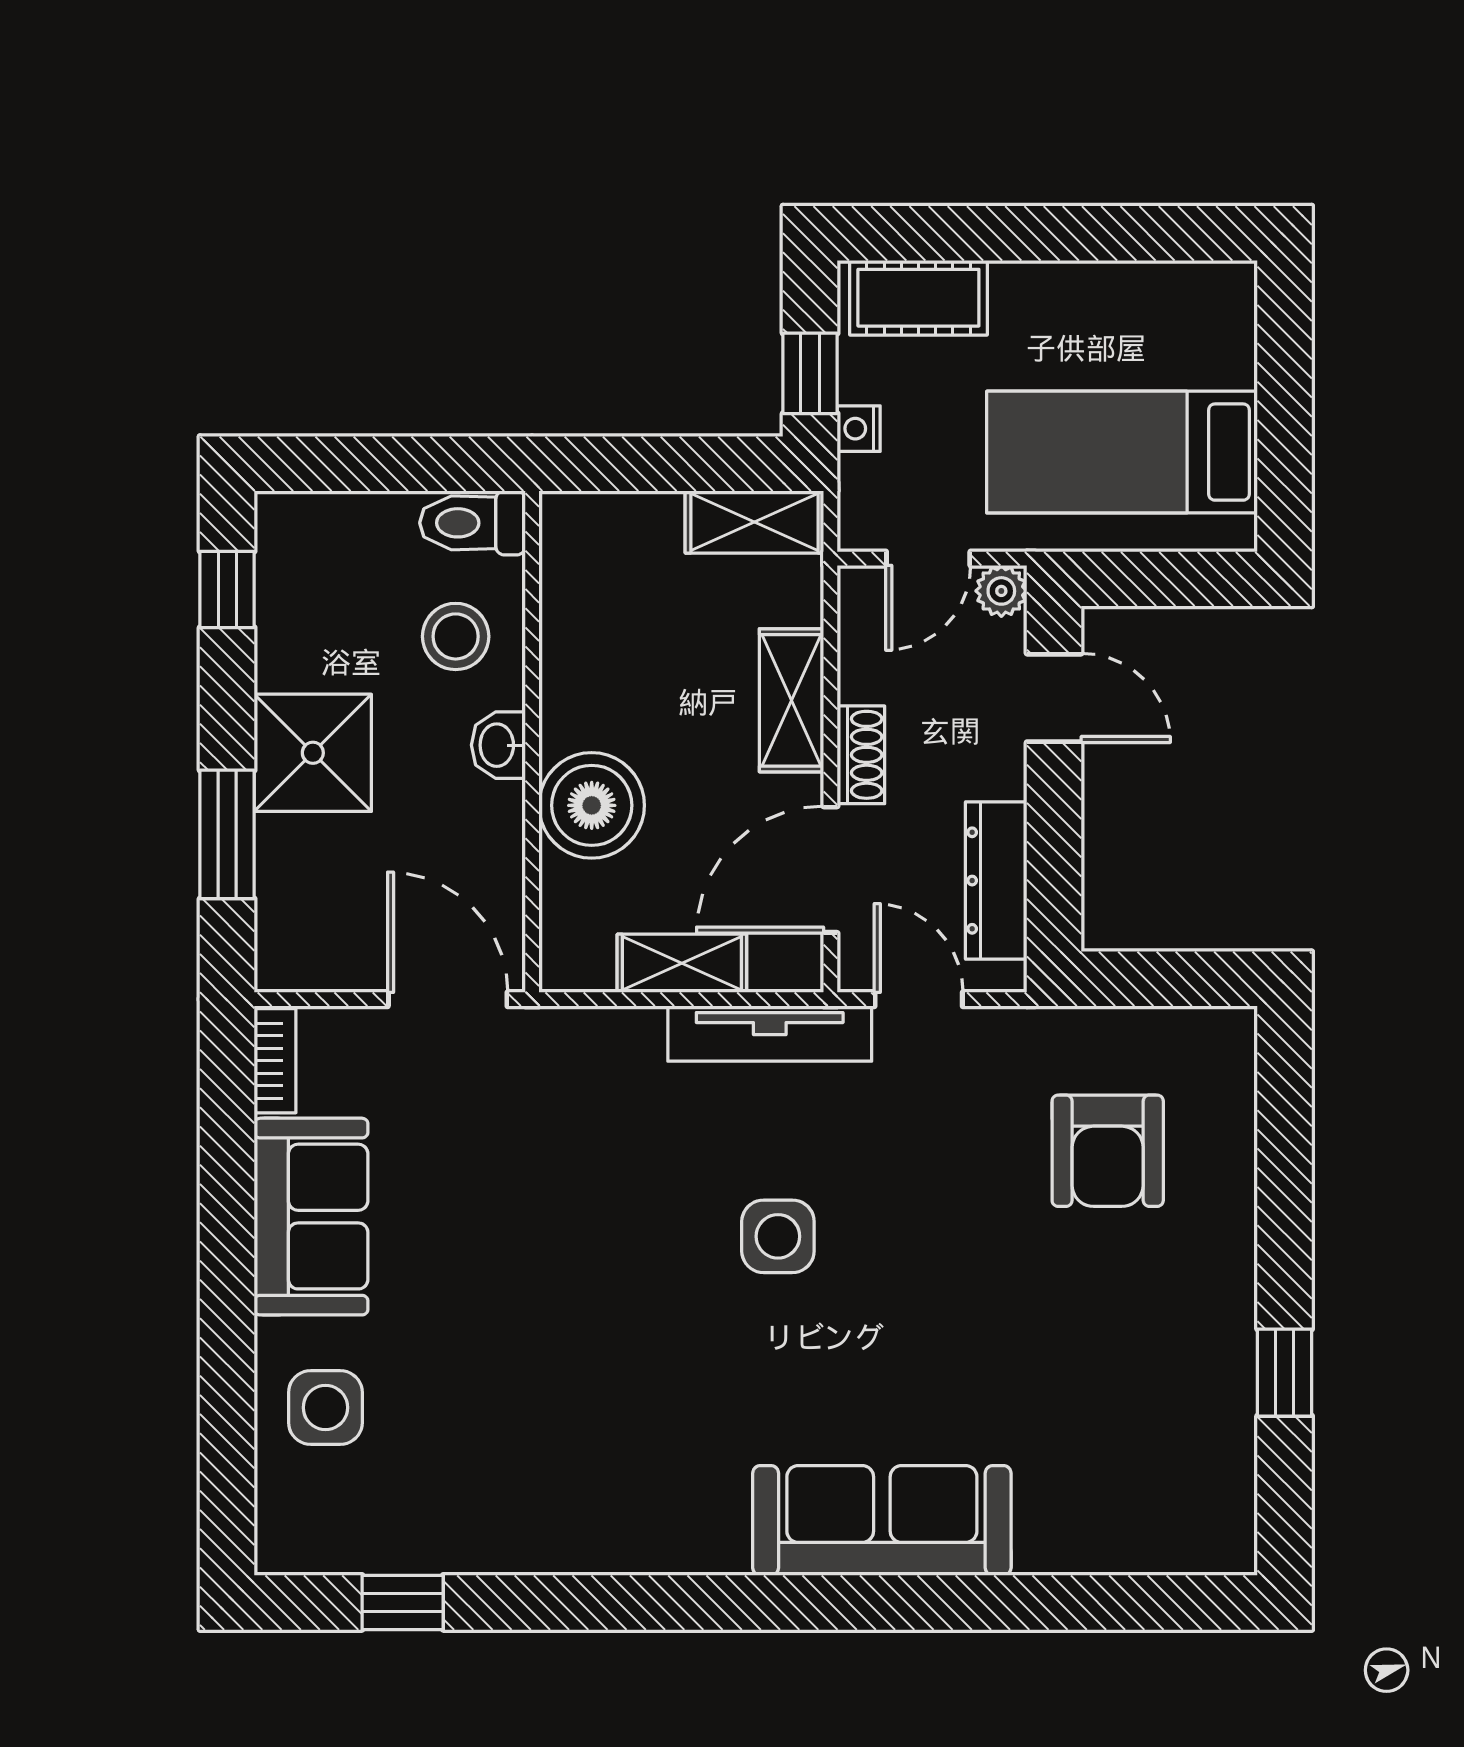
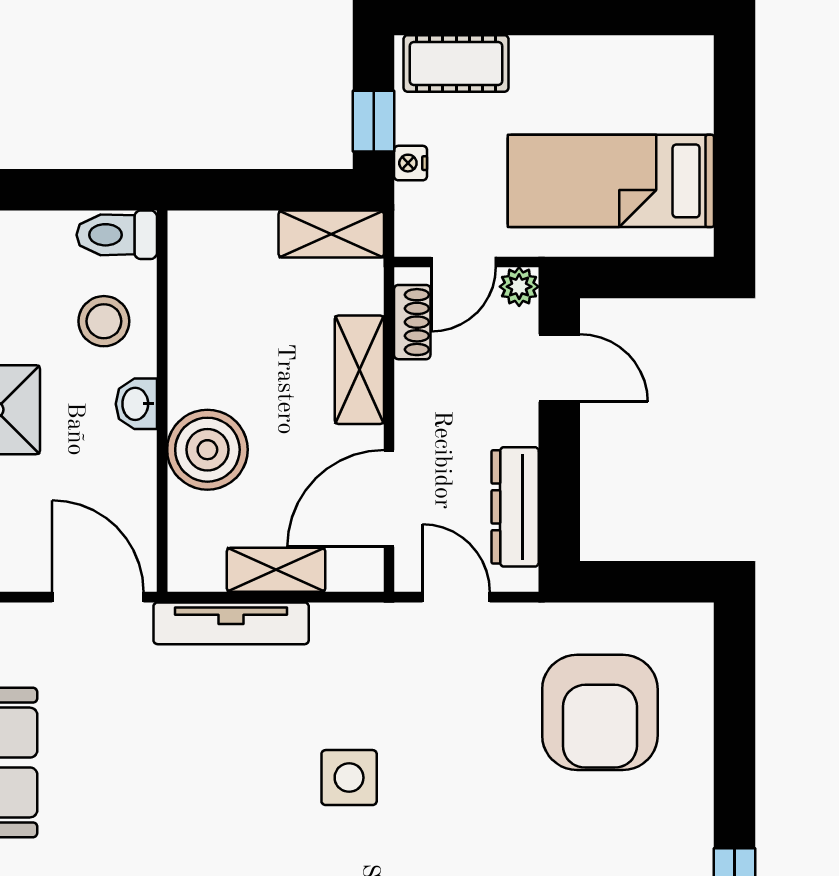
shoe rack: (861, 755) -> (412, 322), moved
tv unit: (770, 1034) -> (231, 623), moved
armchair: (1108, 1151) -> (600, 712), width x1.36, depth x1.36

